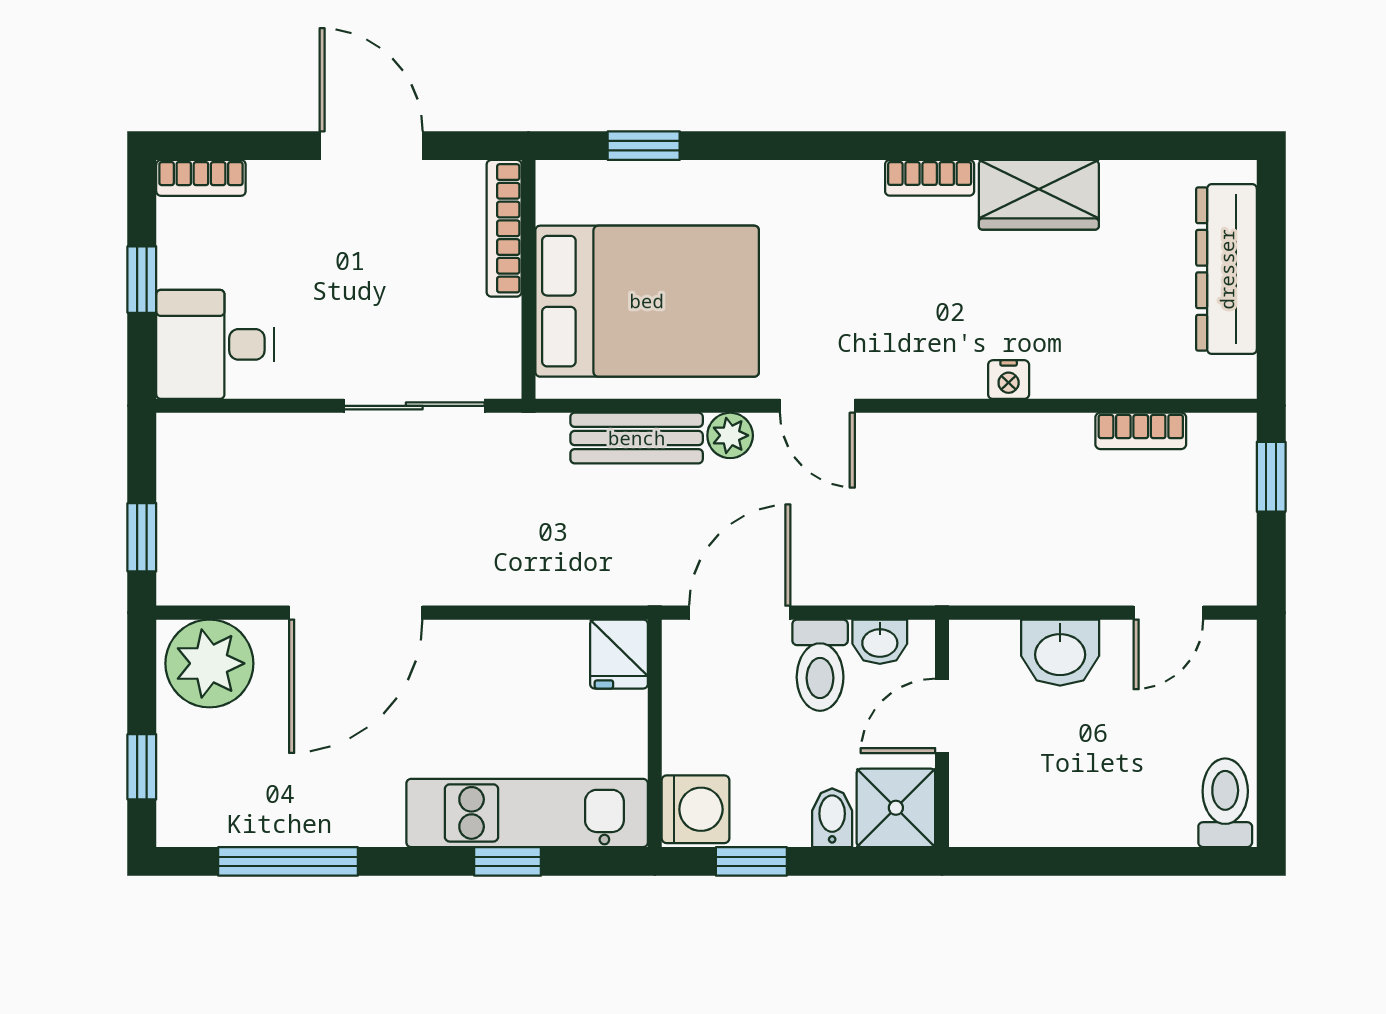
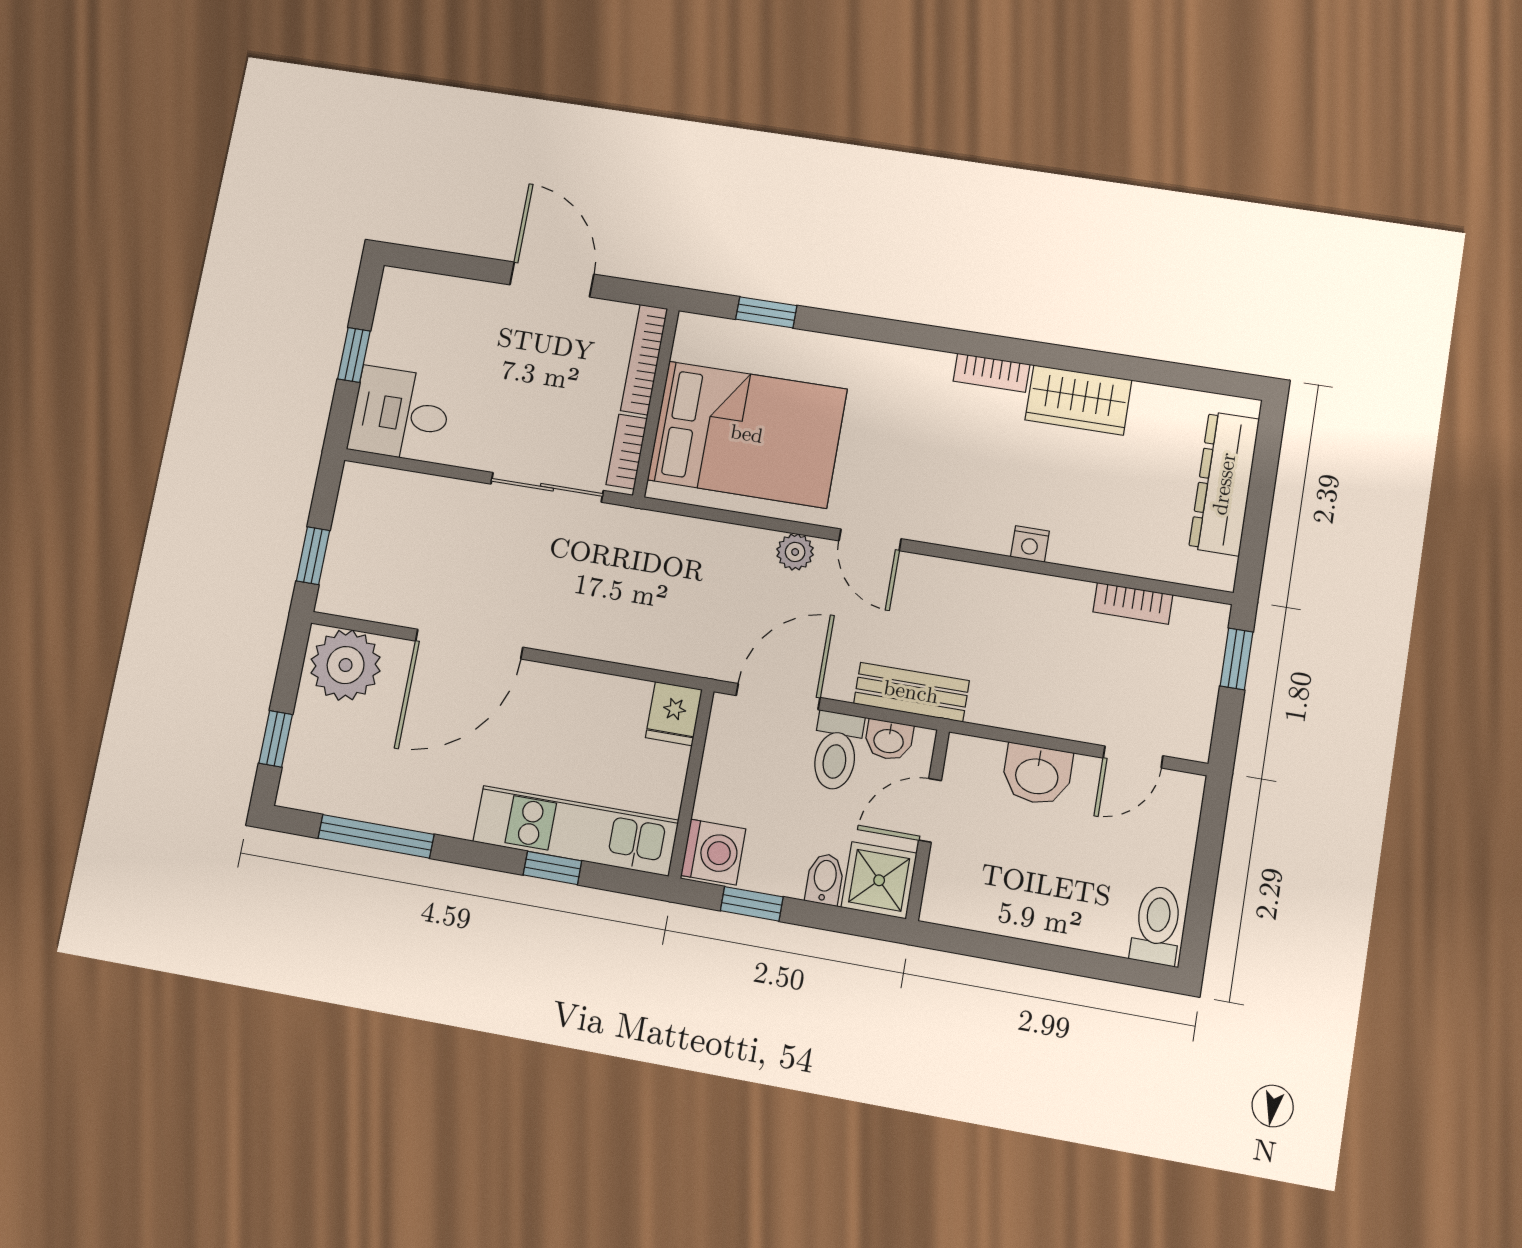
bookcase: (201, 178) -> (627, 452), moved, turned 90
bench: (637, 438) -> (911, 692), moved

